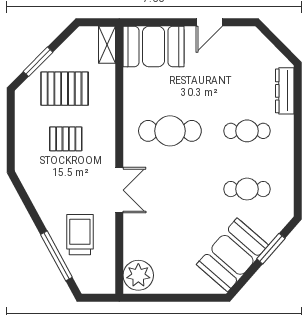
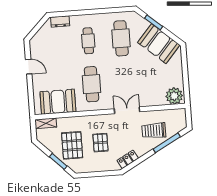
booth: (153, 46) -> (58, 102), moved, turned 90
dresser: (285, 91) -> (60, 22), width x0.70
locker: (32, 185) -> (128, 159), added
cafe table: (247, 189) -> (121, 38), width x1.37, depth x1.35

